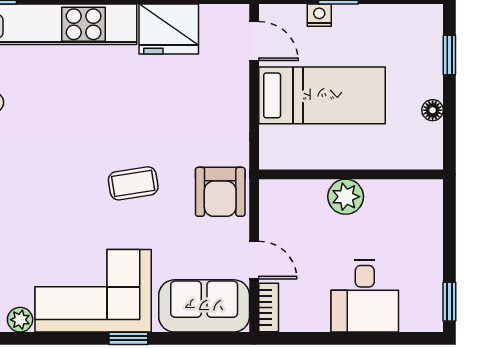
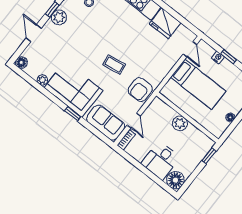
window: (449, 302) -> (209, 156), moved
floor lamp: (422, 311) -> (175, 180), added

